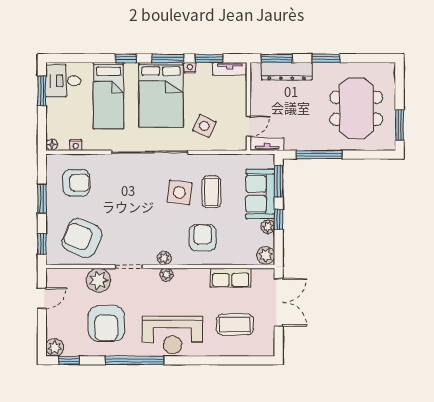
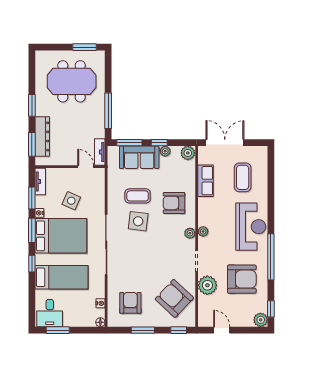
side table: (204, 126) -> (71, 201), moved
armchair: (82, 238) -> (174, 298), turned 110

